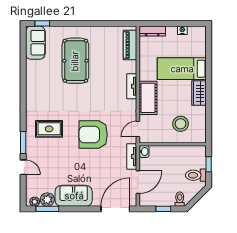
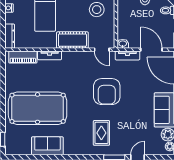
sofa: (35, 43) -> (47, 146), moved
pool table: (75, 61) -> (38, 108), width x1.36, depth x1.32
tv unit: (132, 86) -> (50, 55), moved

